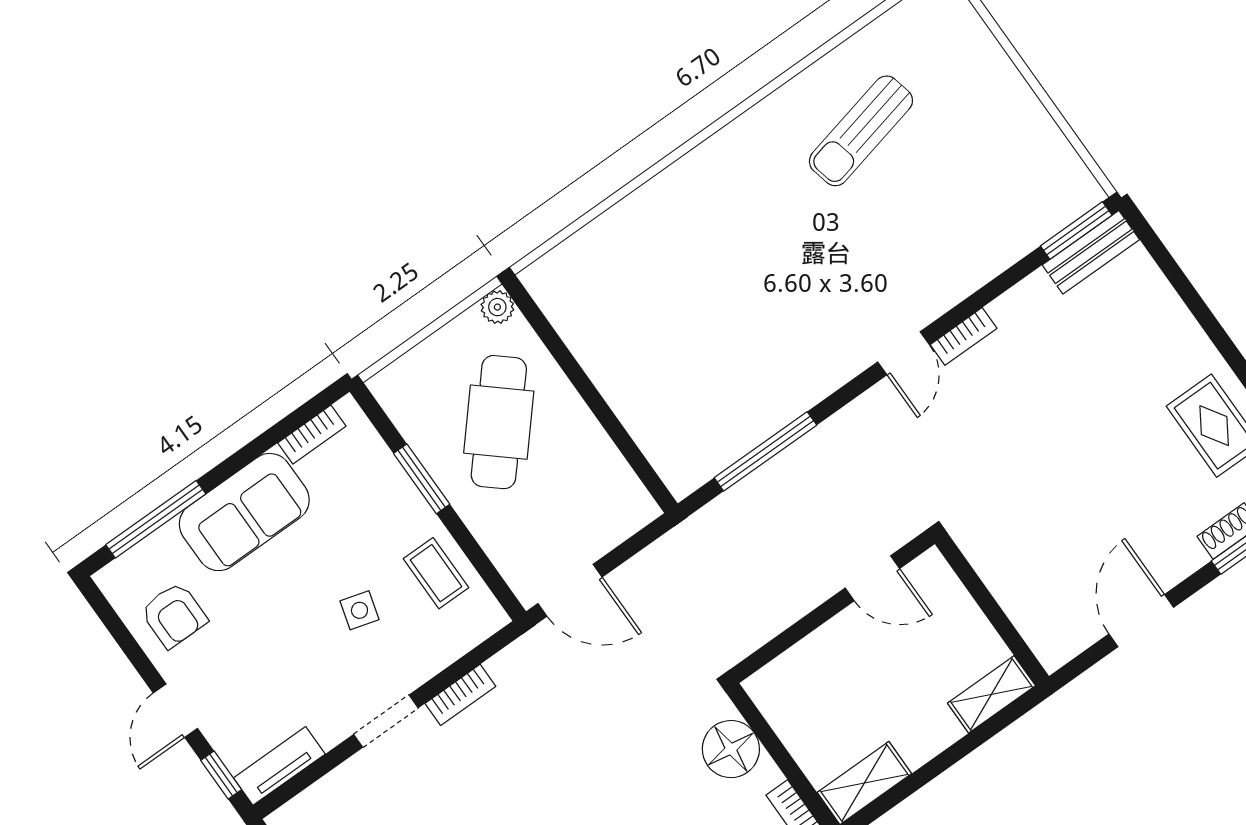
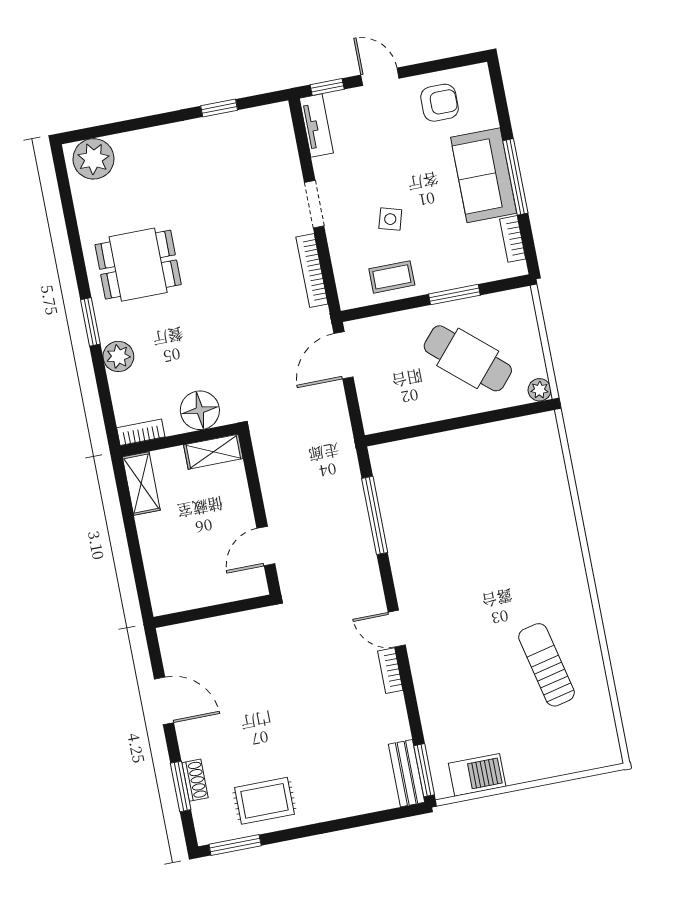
barbecue: (1050, 157) -> (477, 775), added
window: (156, 519) -> (515, 177), moved
armchair: (174, 615) -> (440, 103), turned 180
shelving: (991, 694) -> (213, 452), moved, turned 90
bookcase: (460, 695) -> (312, 271), width x1.56

